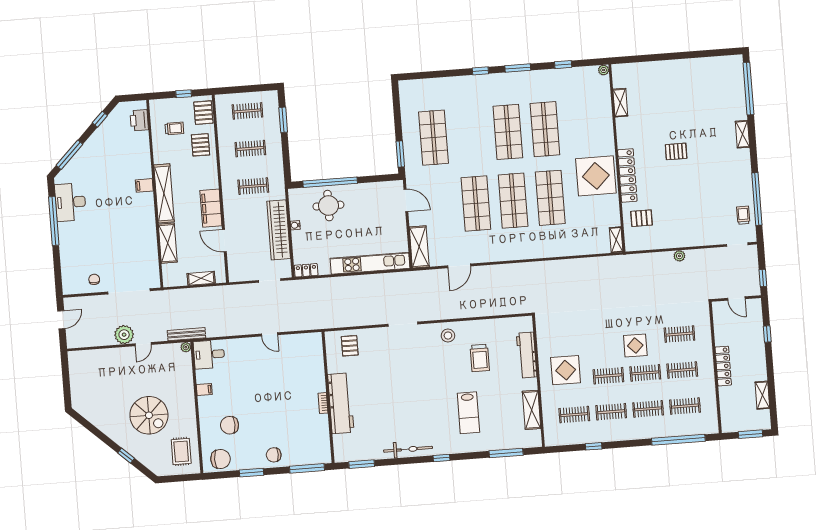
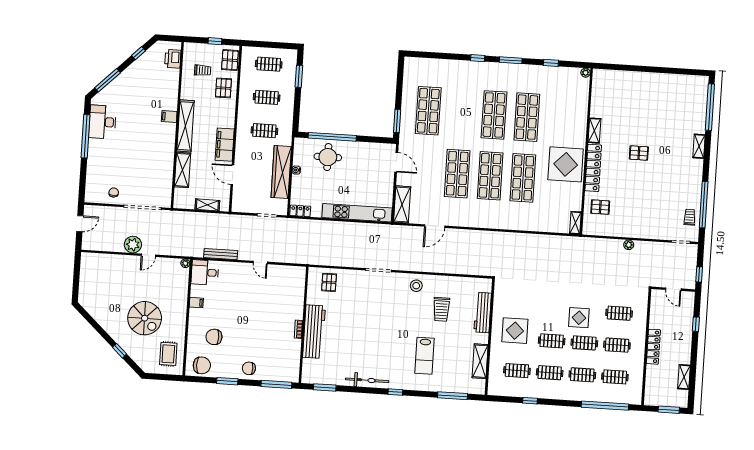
shelving: (620, 103) -> (594, 131), moved
bench: (186, 334) -> (221, 254), moved

